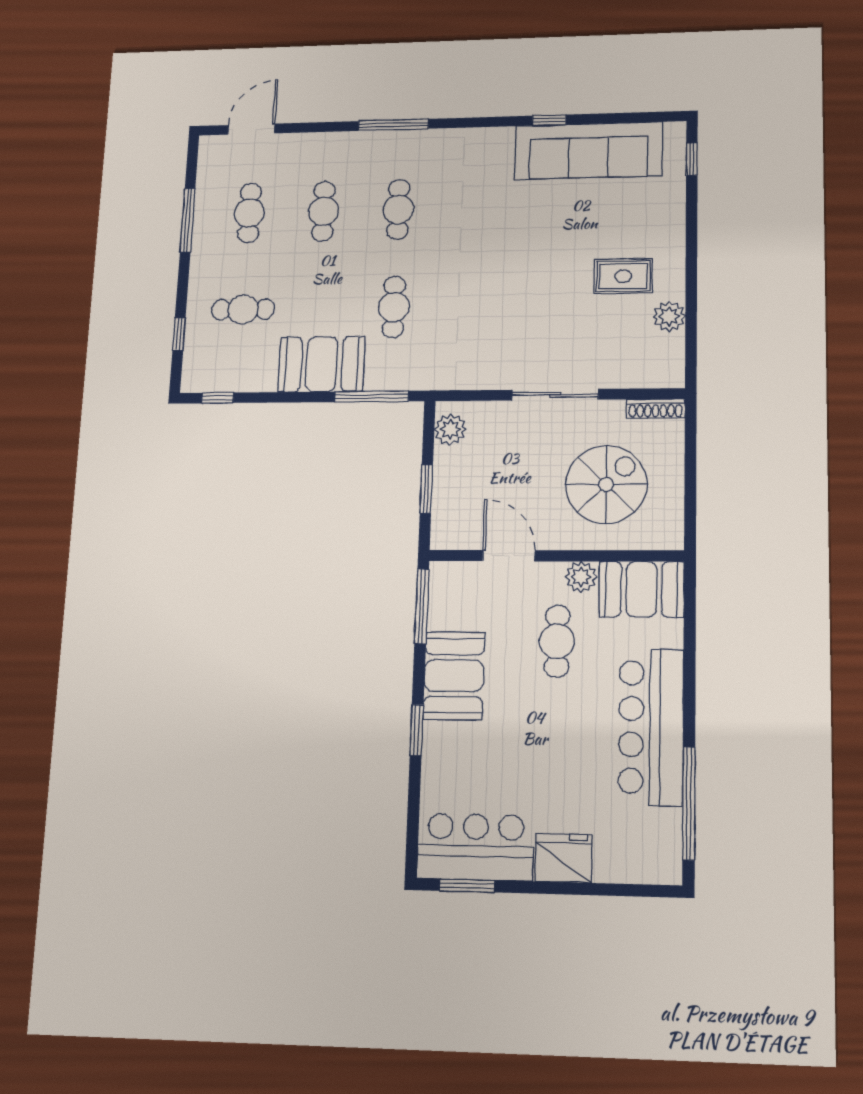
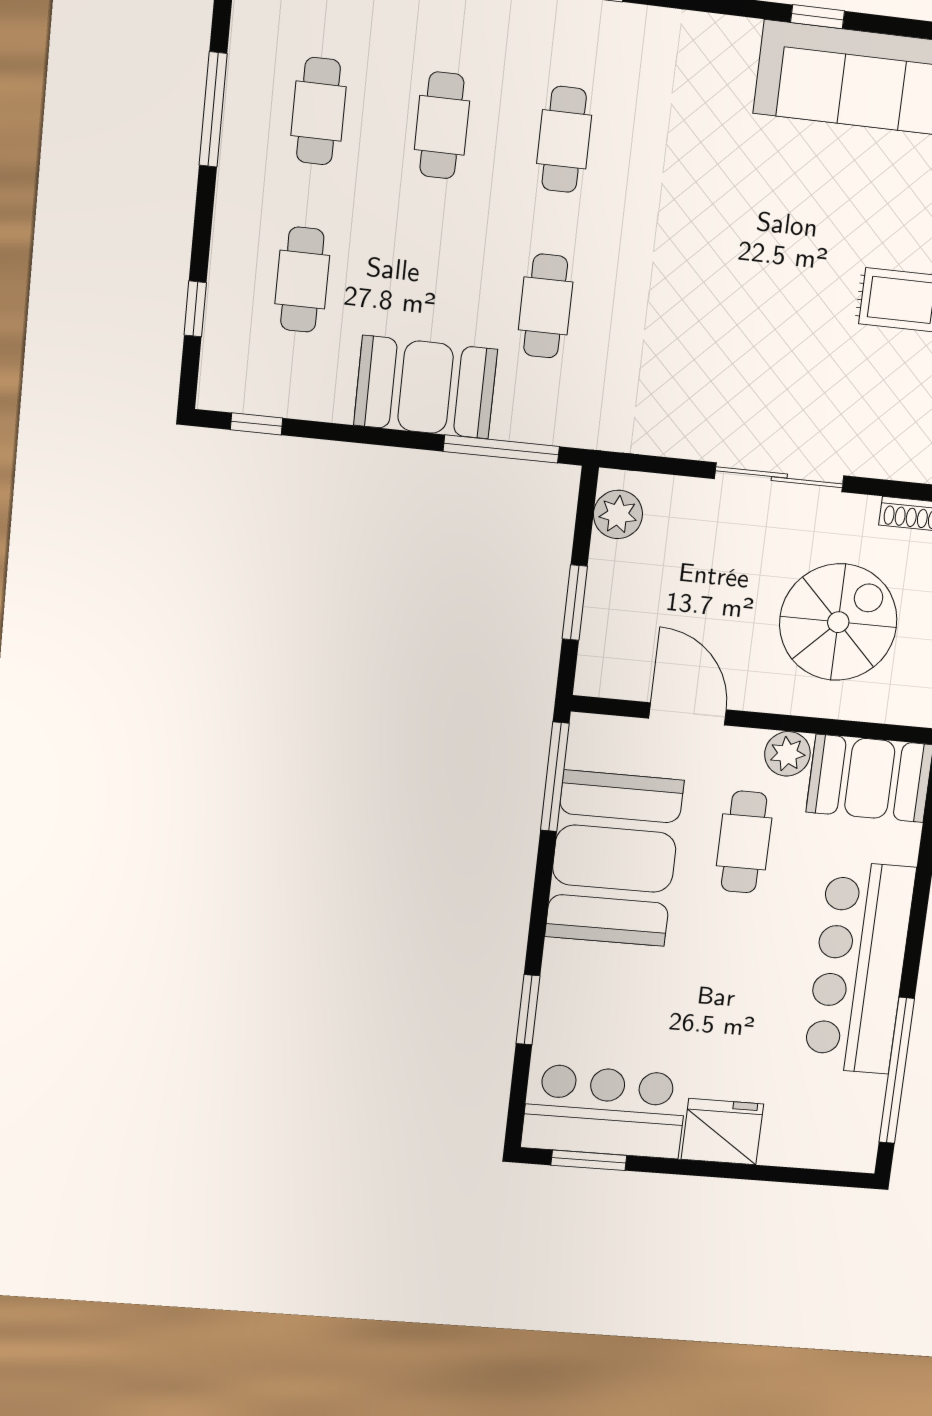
cafe table: (243, 309) -> (302, 280), turned 90
booth: (454, 676) -> (614, 859), width x1.36, depth x1.42
window: (417, 730) -> (528, 1010), moved

